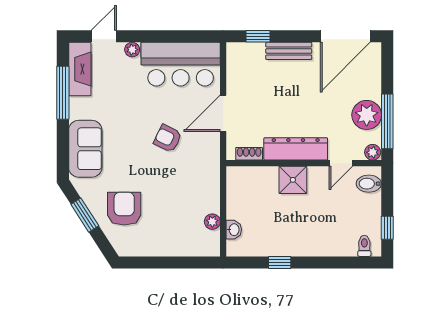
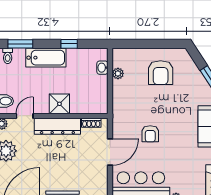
armchair: (168, 138) -> (150, 134), turned 64
armchair: (124, 209) -> (161, 73), moved
bathtub: (312, 243) -> (46, 58), added
window: (347, 262) -> (20, 44), added

